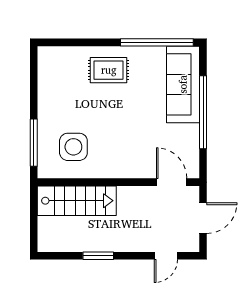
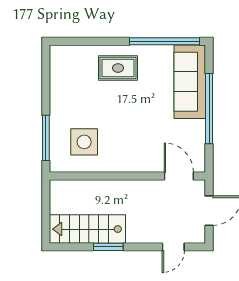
stairs: (77, 201) -> (87, 229), moved, turned 180

